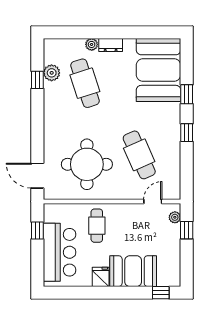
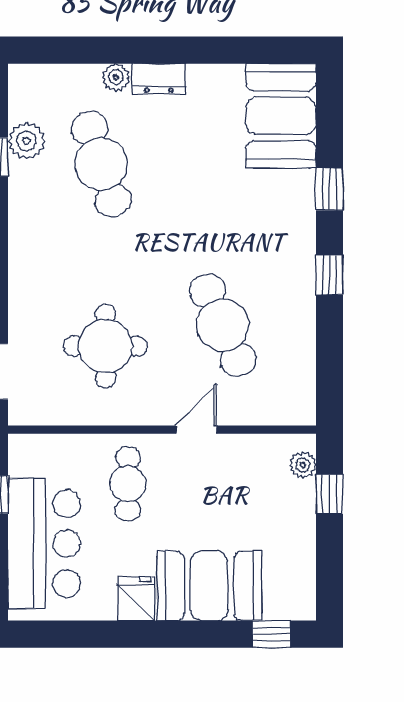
booth: (159, 70) -> (281, 116), width x0.73, depth x0.70
round table: (87, 164) -> (105, 346), width x0.73, depth x0.73
door: (153, 202) -> (196, 430), moved

